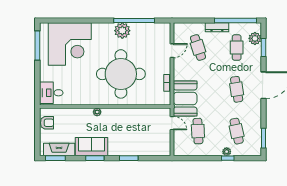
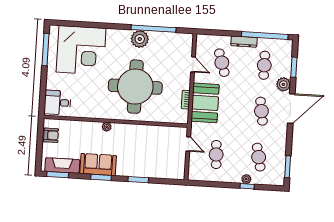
plant: (255, 38) -> (283, 84), moved
door: (172, 51) -> (193, 64), hinge flipped
booth: (185, 98) -> (205, 103), moved

